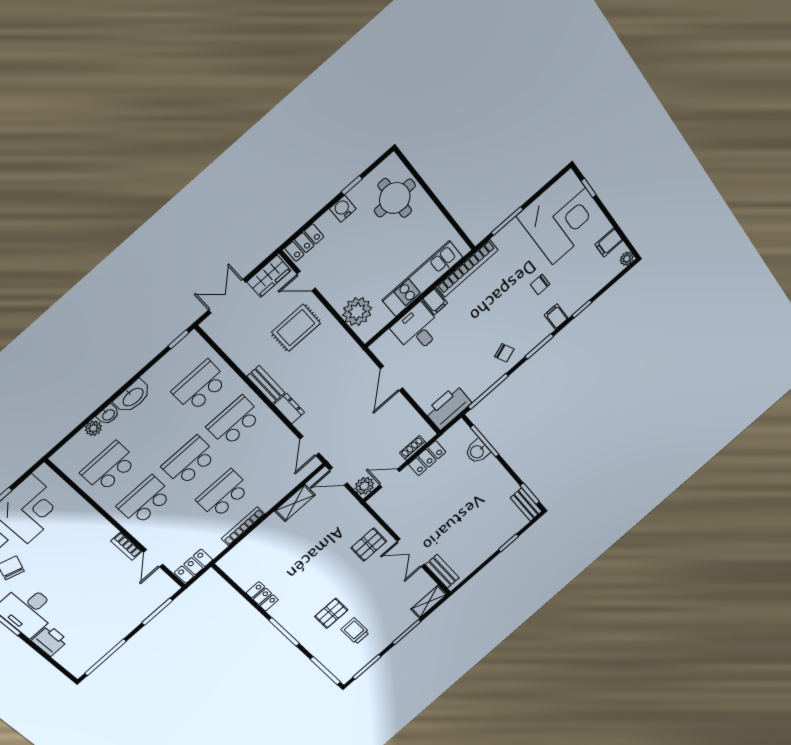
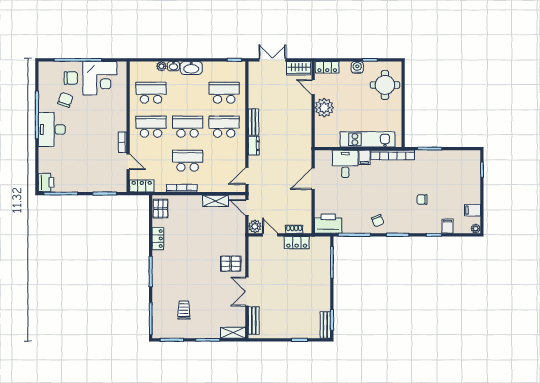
corner desk: (562, 217) -> (458, 172), removed
plant: (357, 312) -> (324, 108), moved
filing cabinet: (556, 317) -> (447, 226), moved
rug: (296, 328) -> (290, 106), removed
washbasin: (477, 451) -> (324, 265), removed
door: (153, 558) -> (128, 162), swing flipped
pallet: (331, 613) -> (160, 209), moved, turned 90
printer: (50, 641) -> (46, 182), moved

